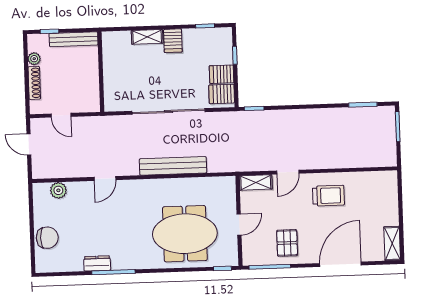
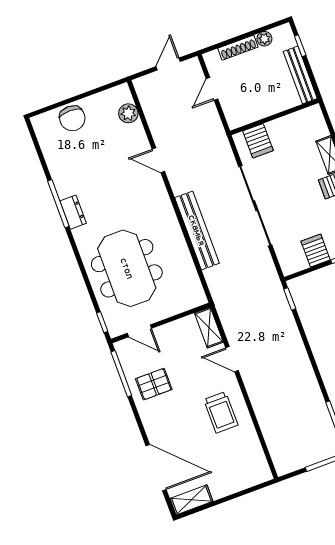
server rack: (222, 94) -> (258, 141), moved, turned 180
door: (239, 225) -> (139, 331), moved
dresser: (97, 263) -> (73, 212), moved
door: (340, 264) -> (156, 468), moved

